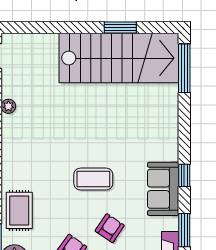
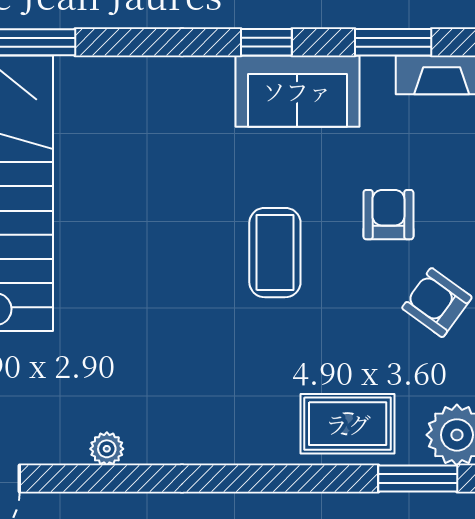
armchair: (110, 228) -> (388, 215), turned 56

